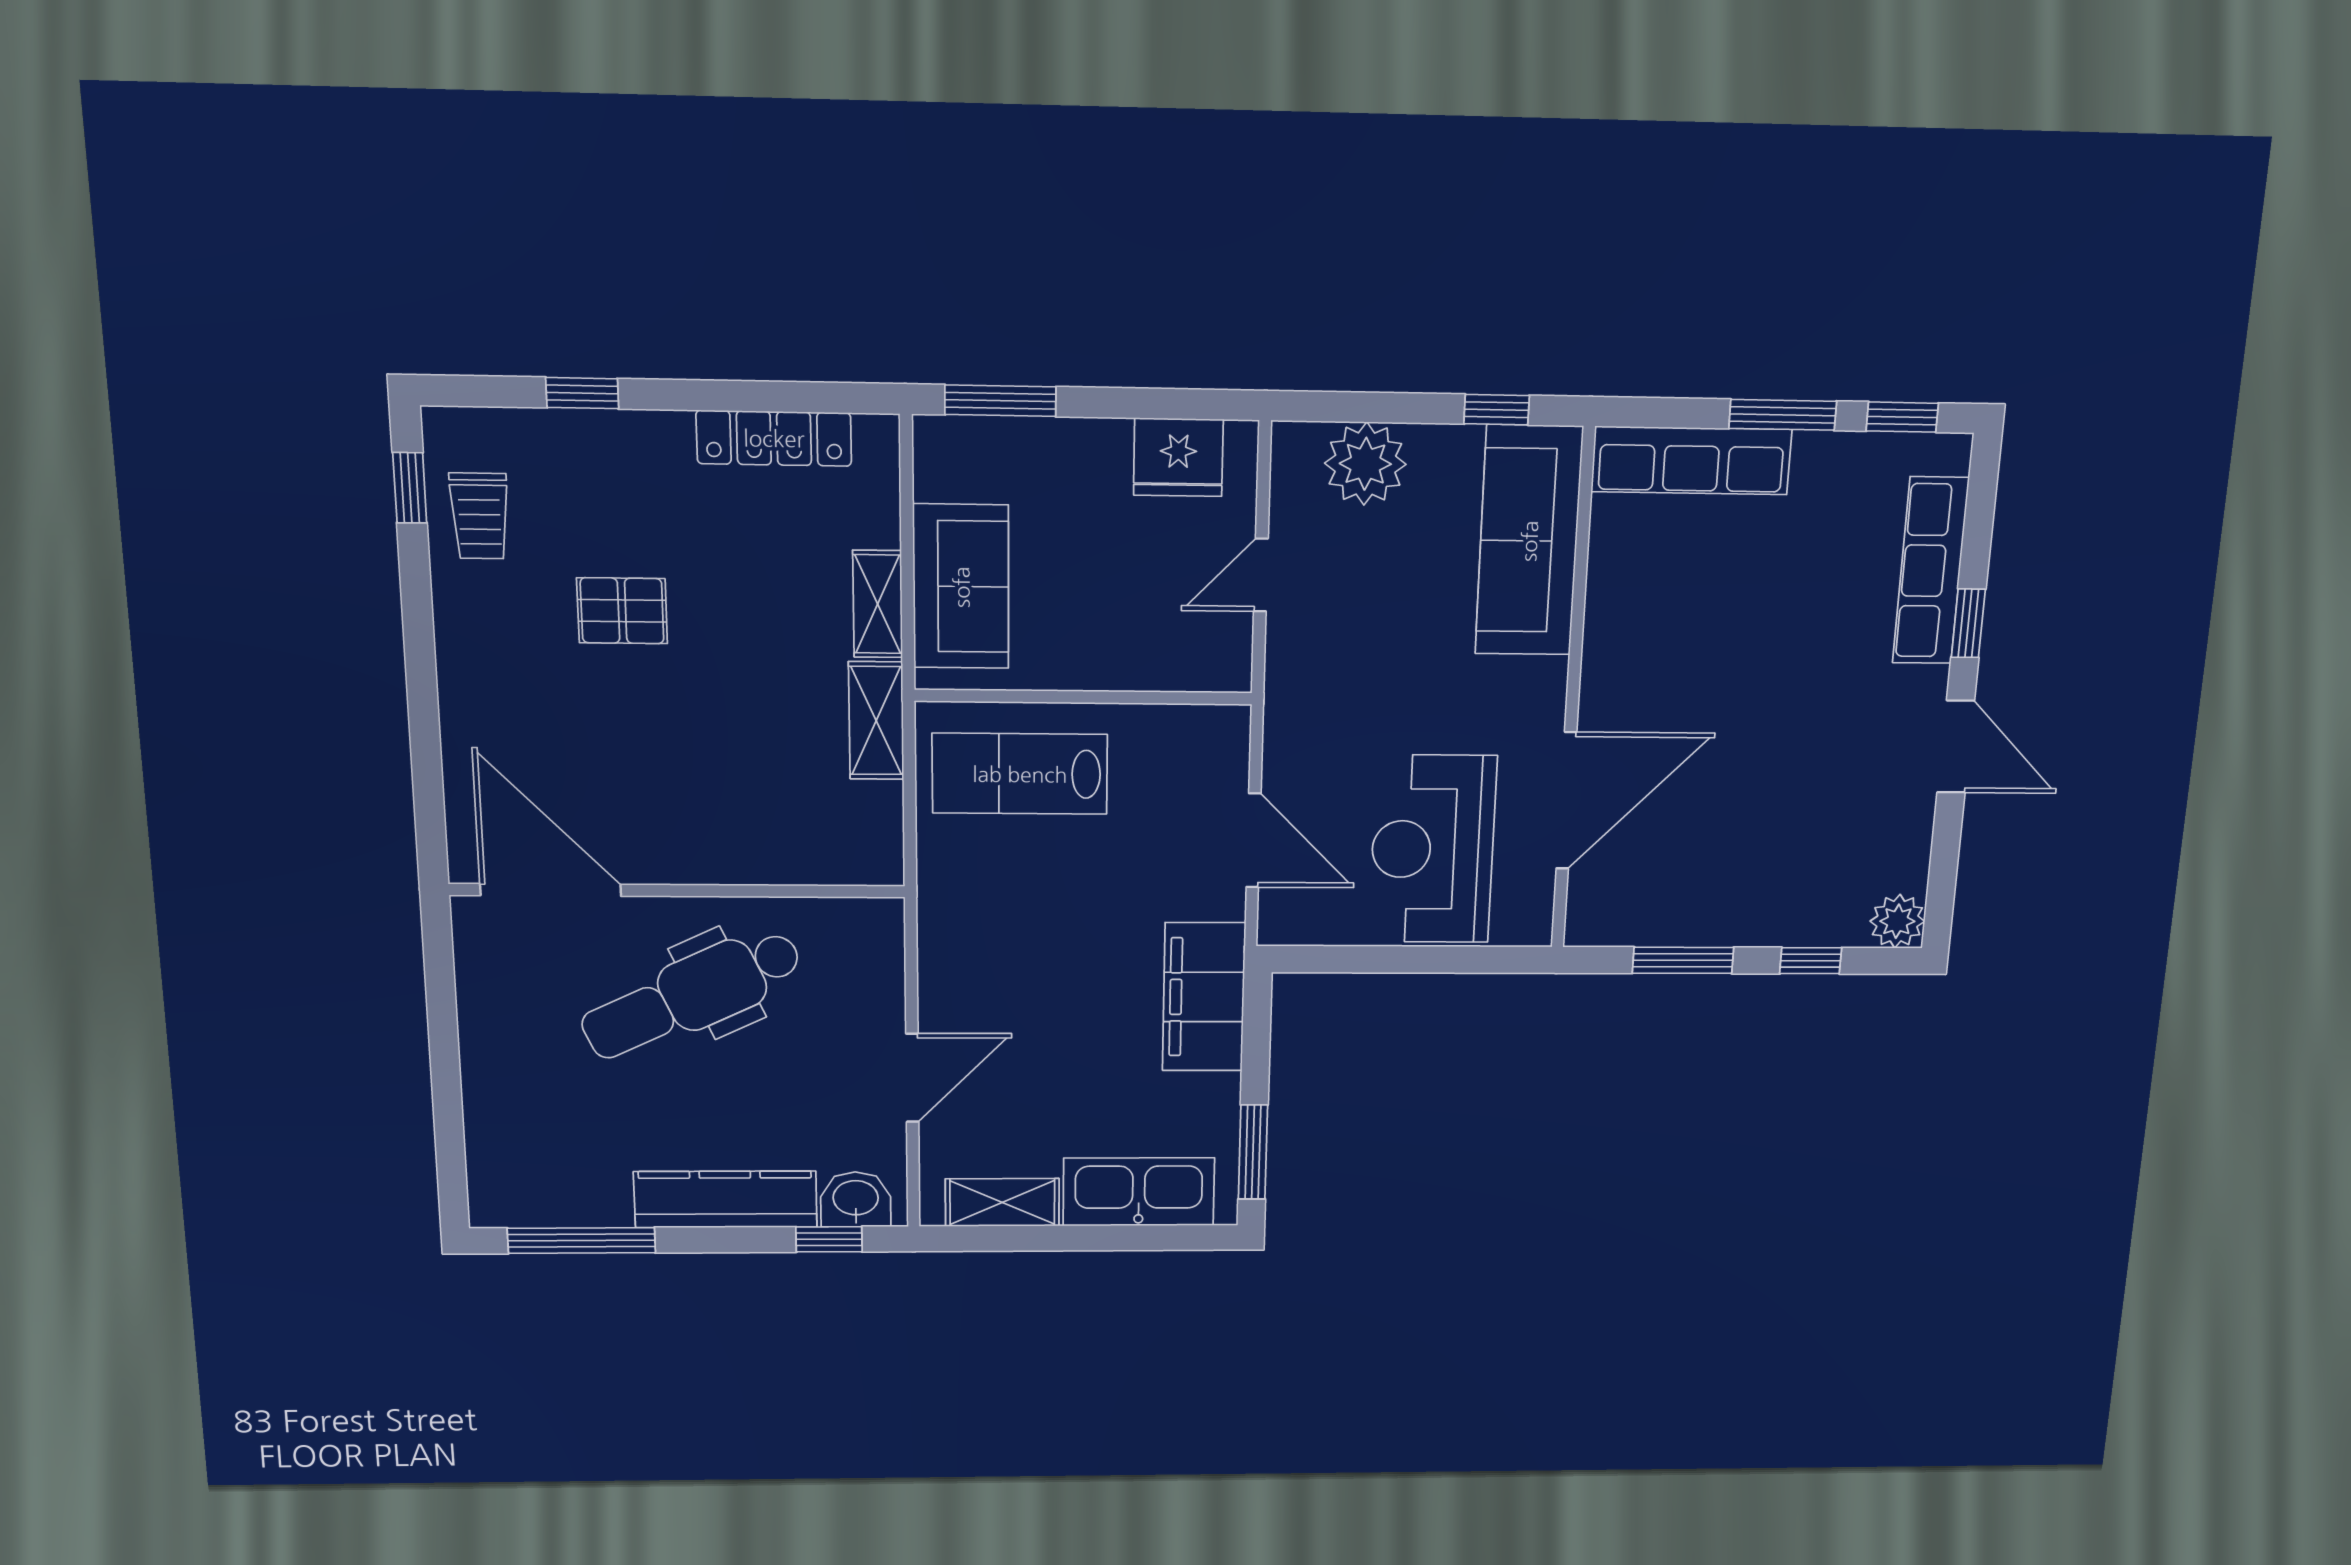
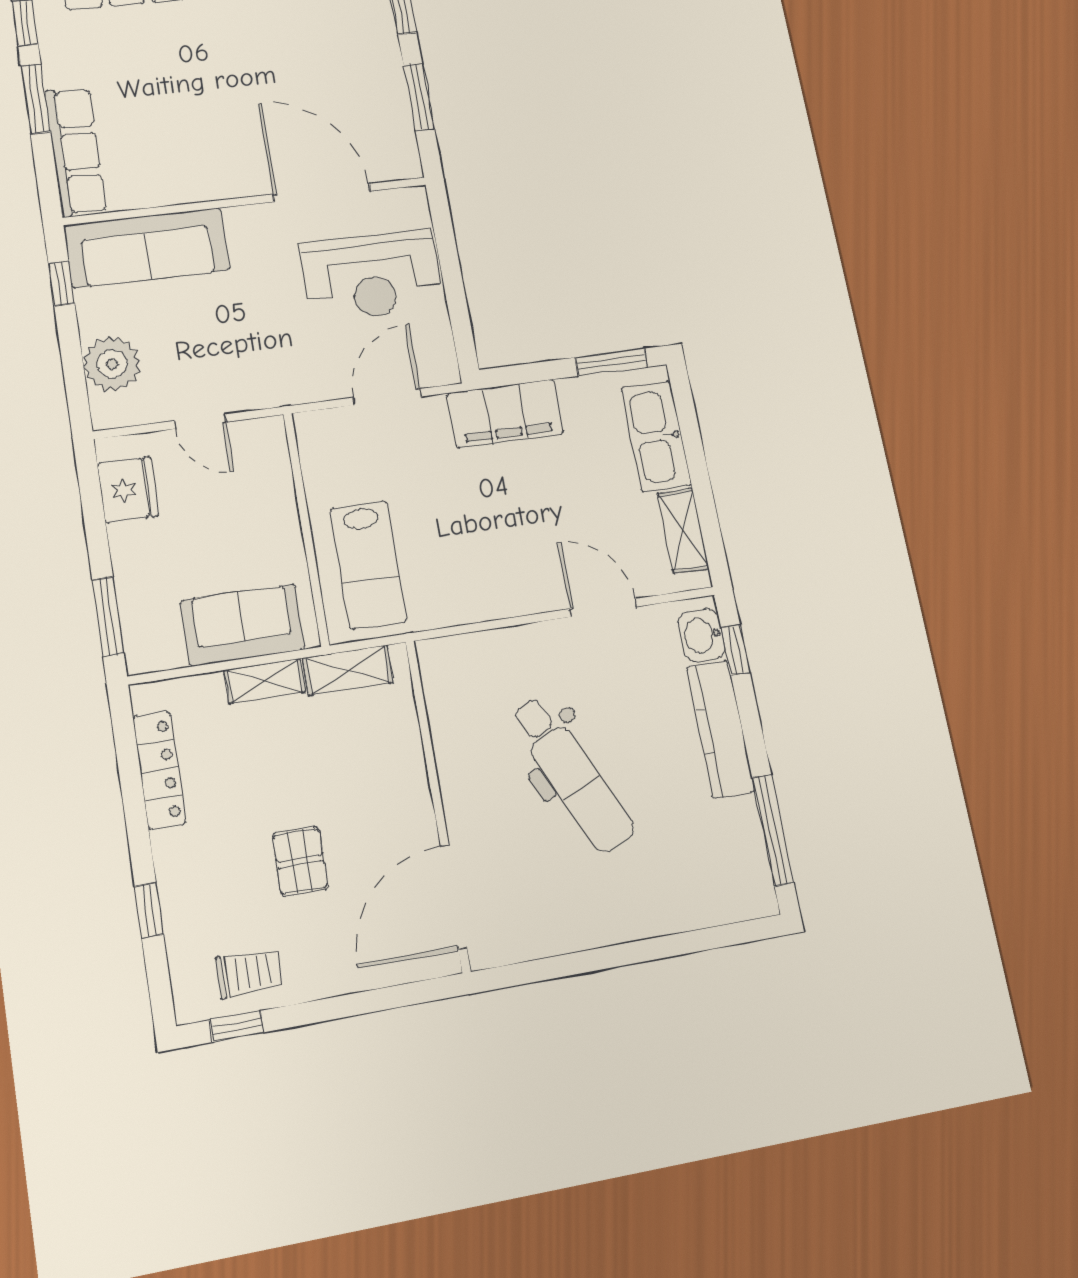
door: (551, 890) -> (454, 897), moved
wall: (678, 891) -> (438, 804), moved

